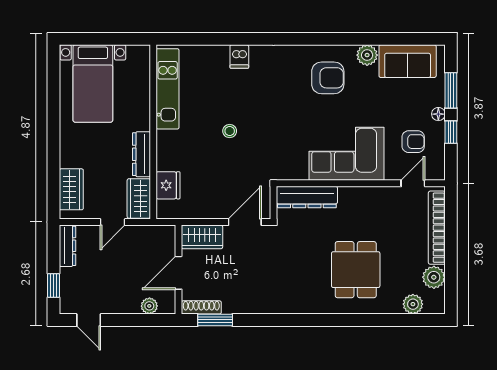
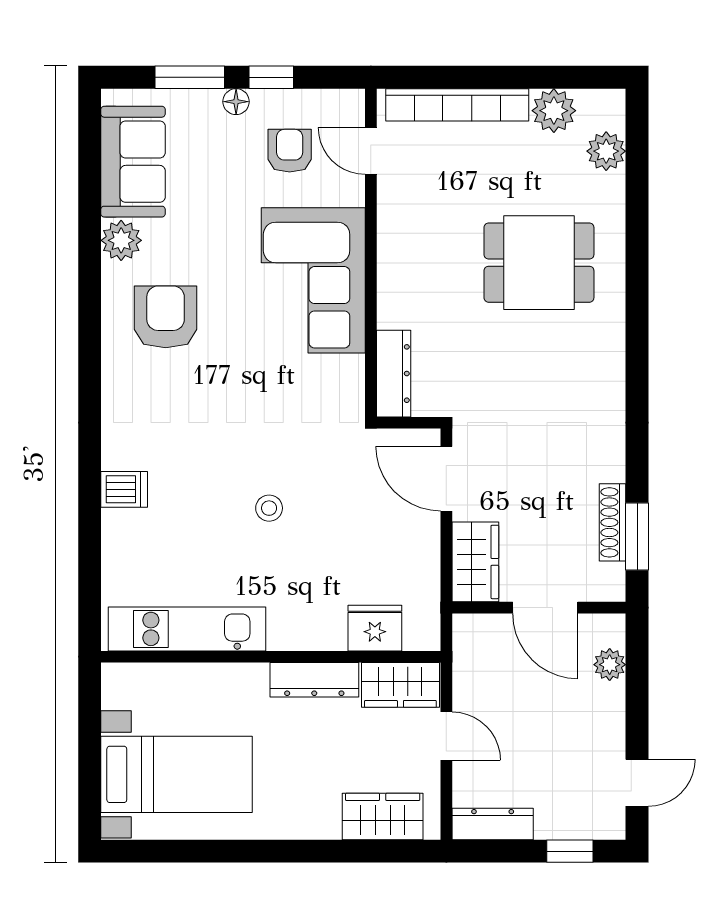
dresser: (307, 197) -> (394, 374), width x0.73, depth x0.80
shoe rack: (201, 307) -> (613, 522), moved

